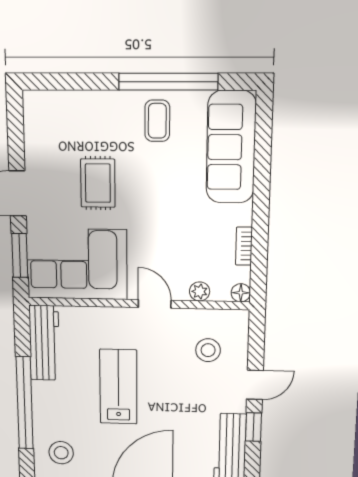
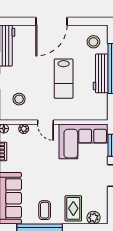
plant: (53, 104) -> (94, 218), added
rug: (98, 183) -> (73, 208), moved
workbench: (44, 343) -> (101, 73), moved

